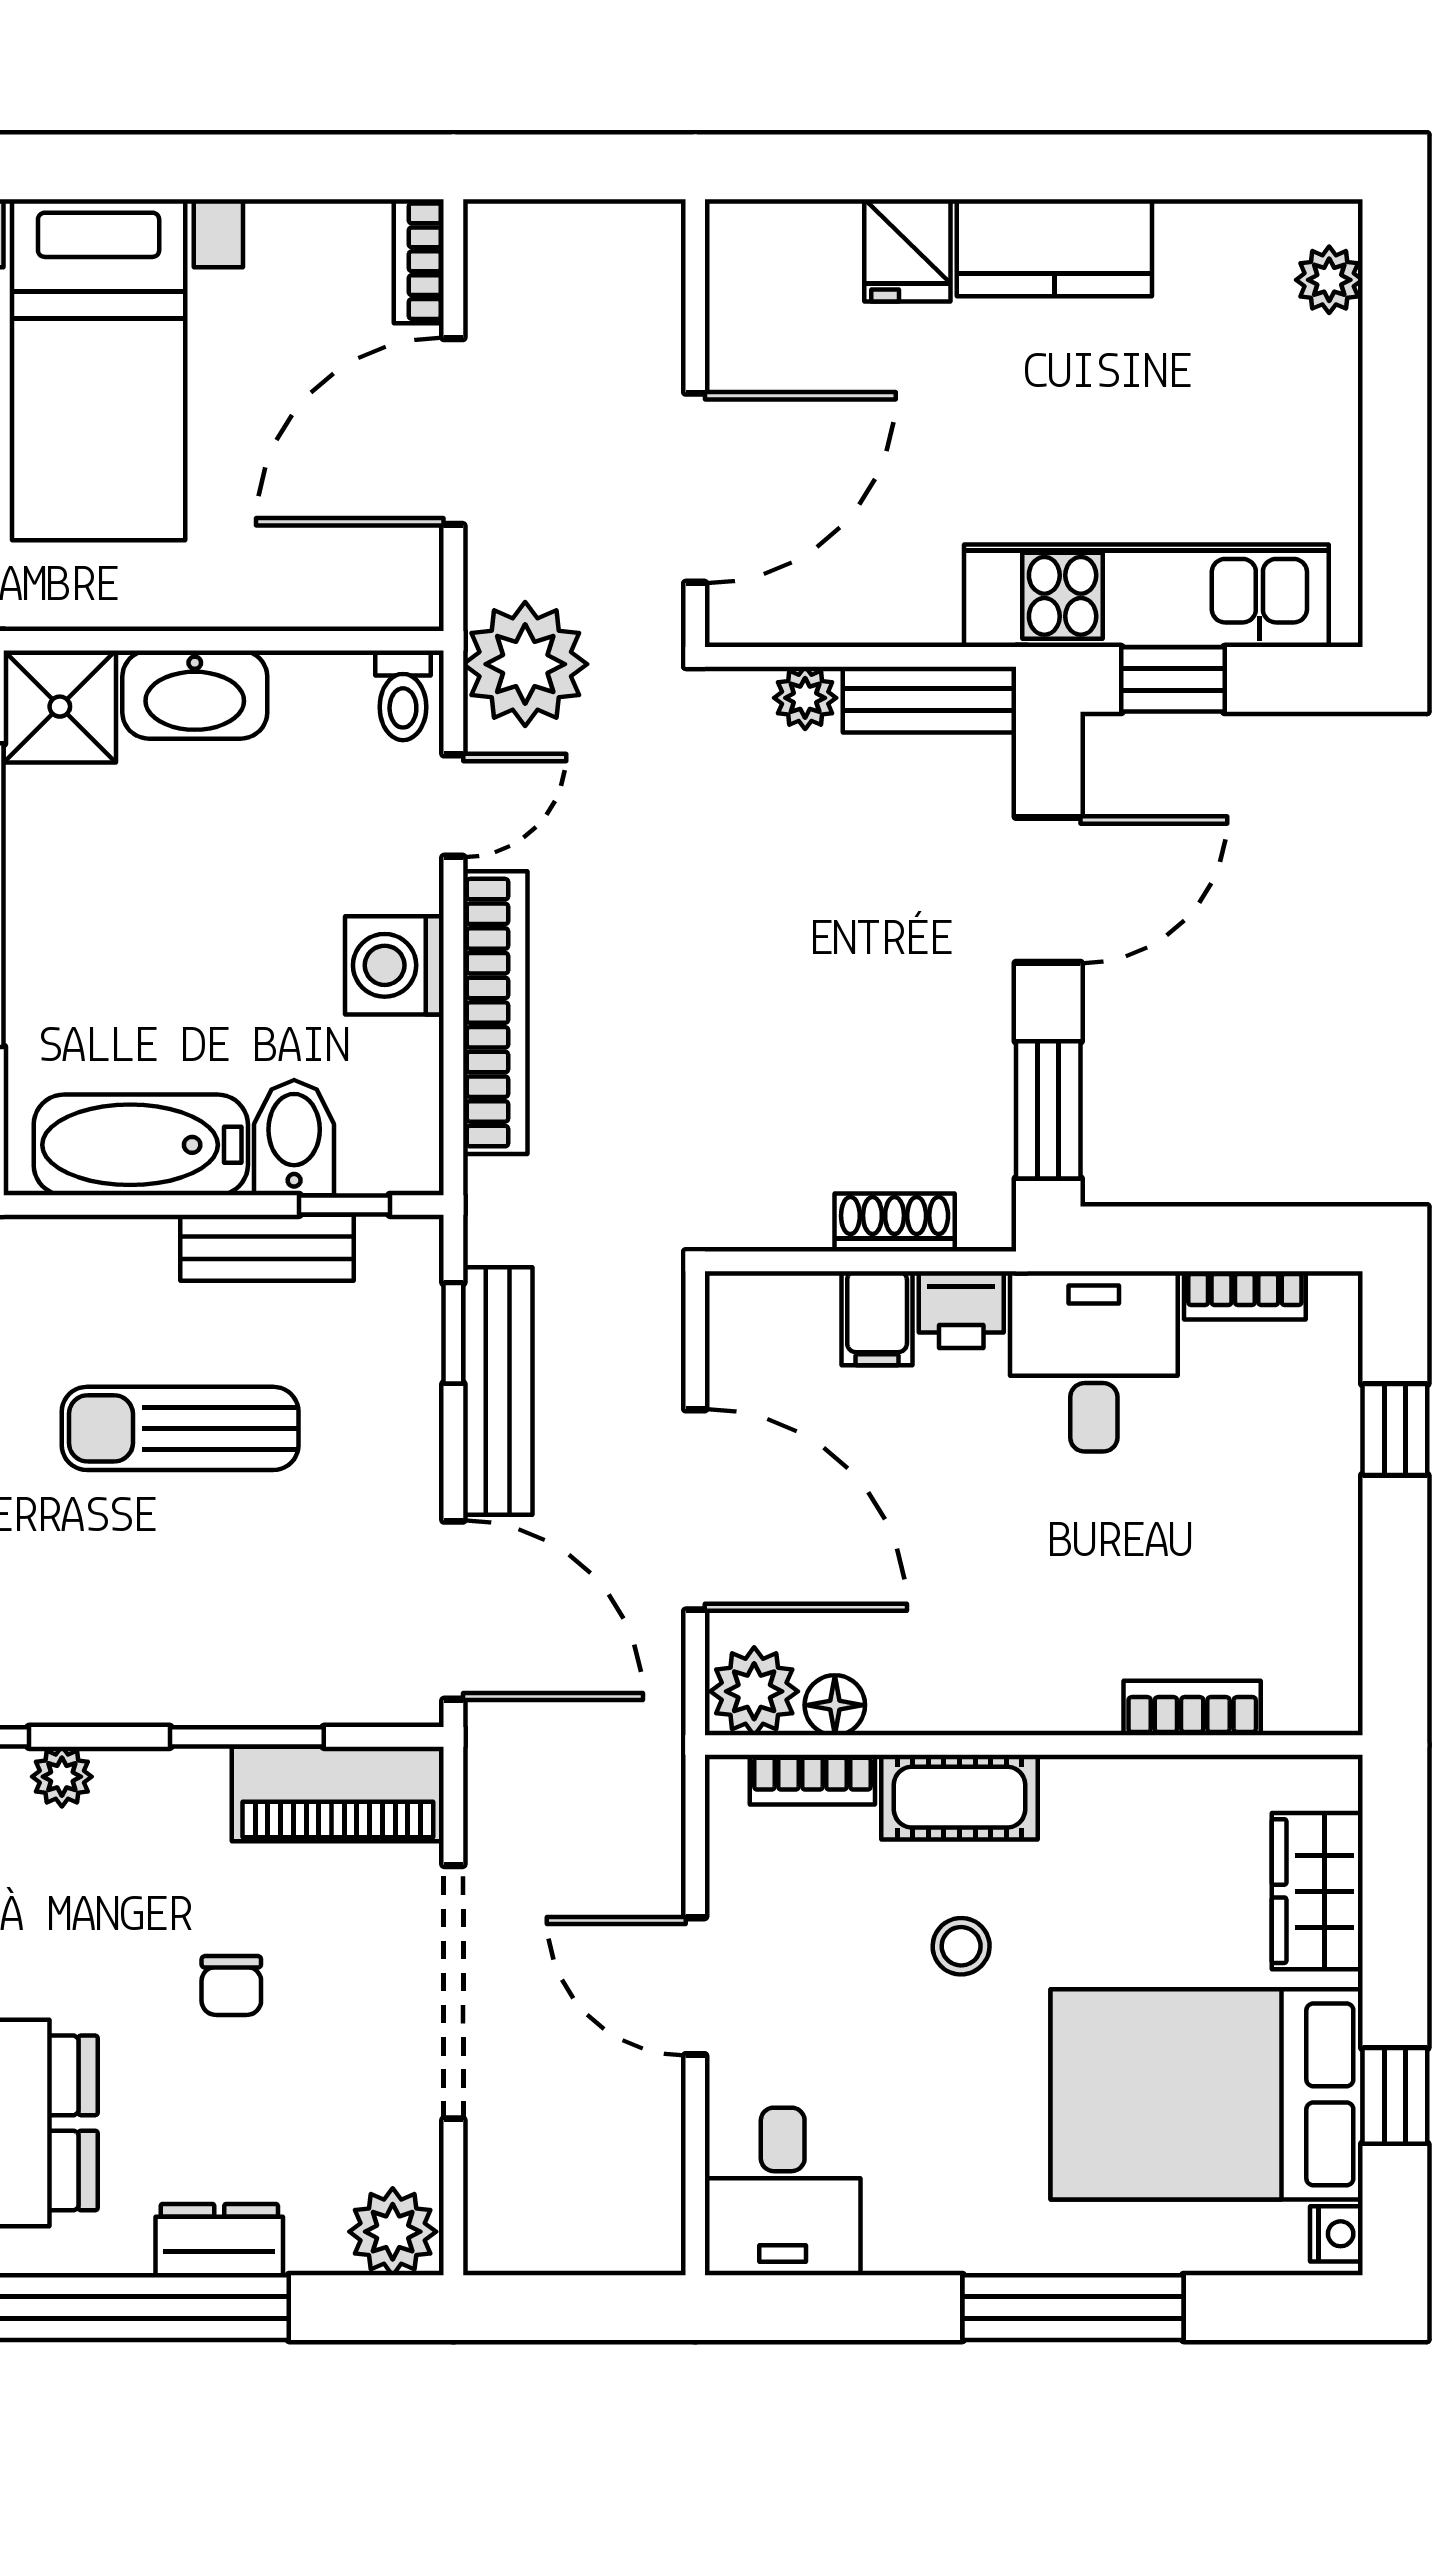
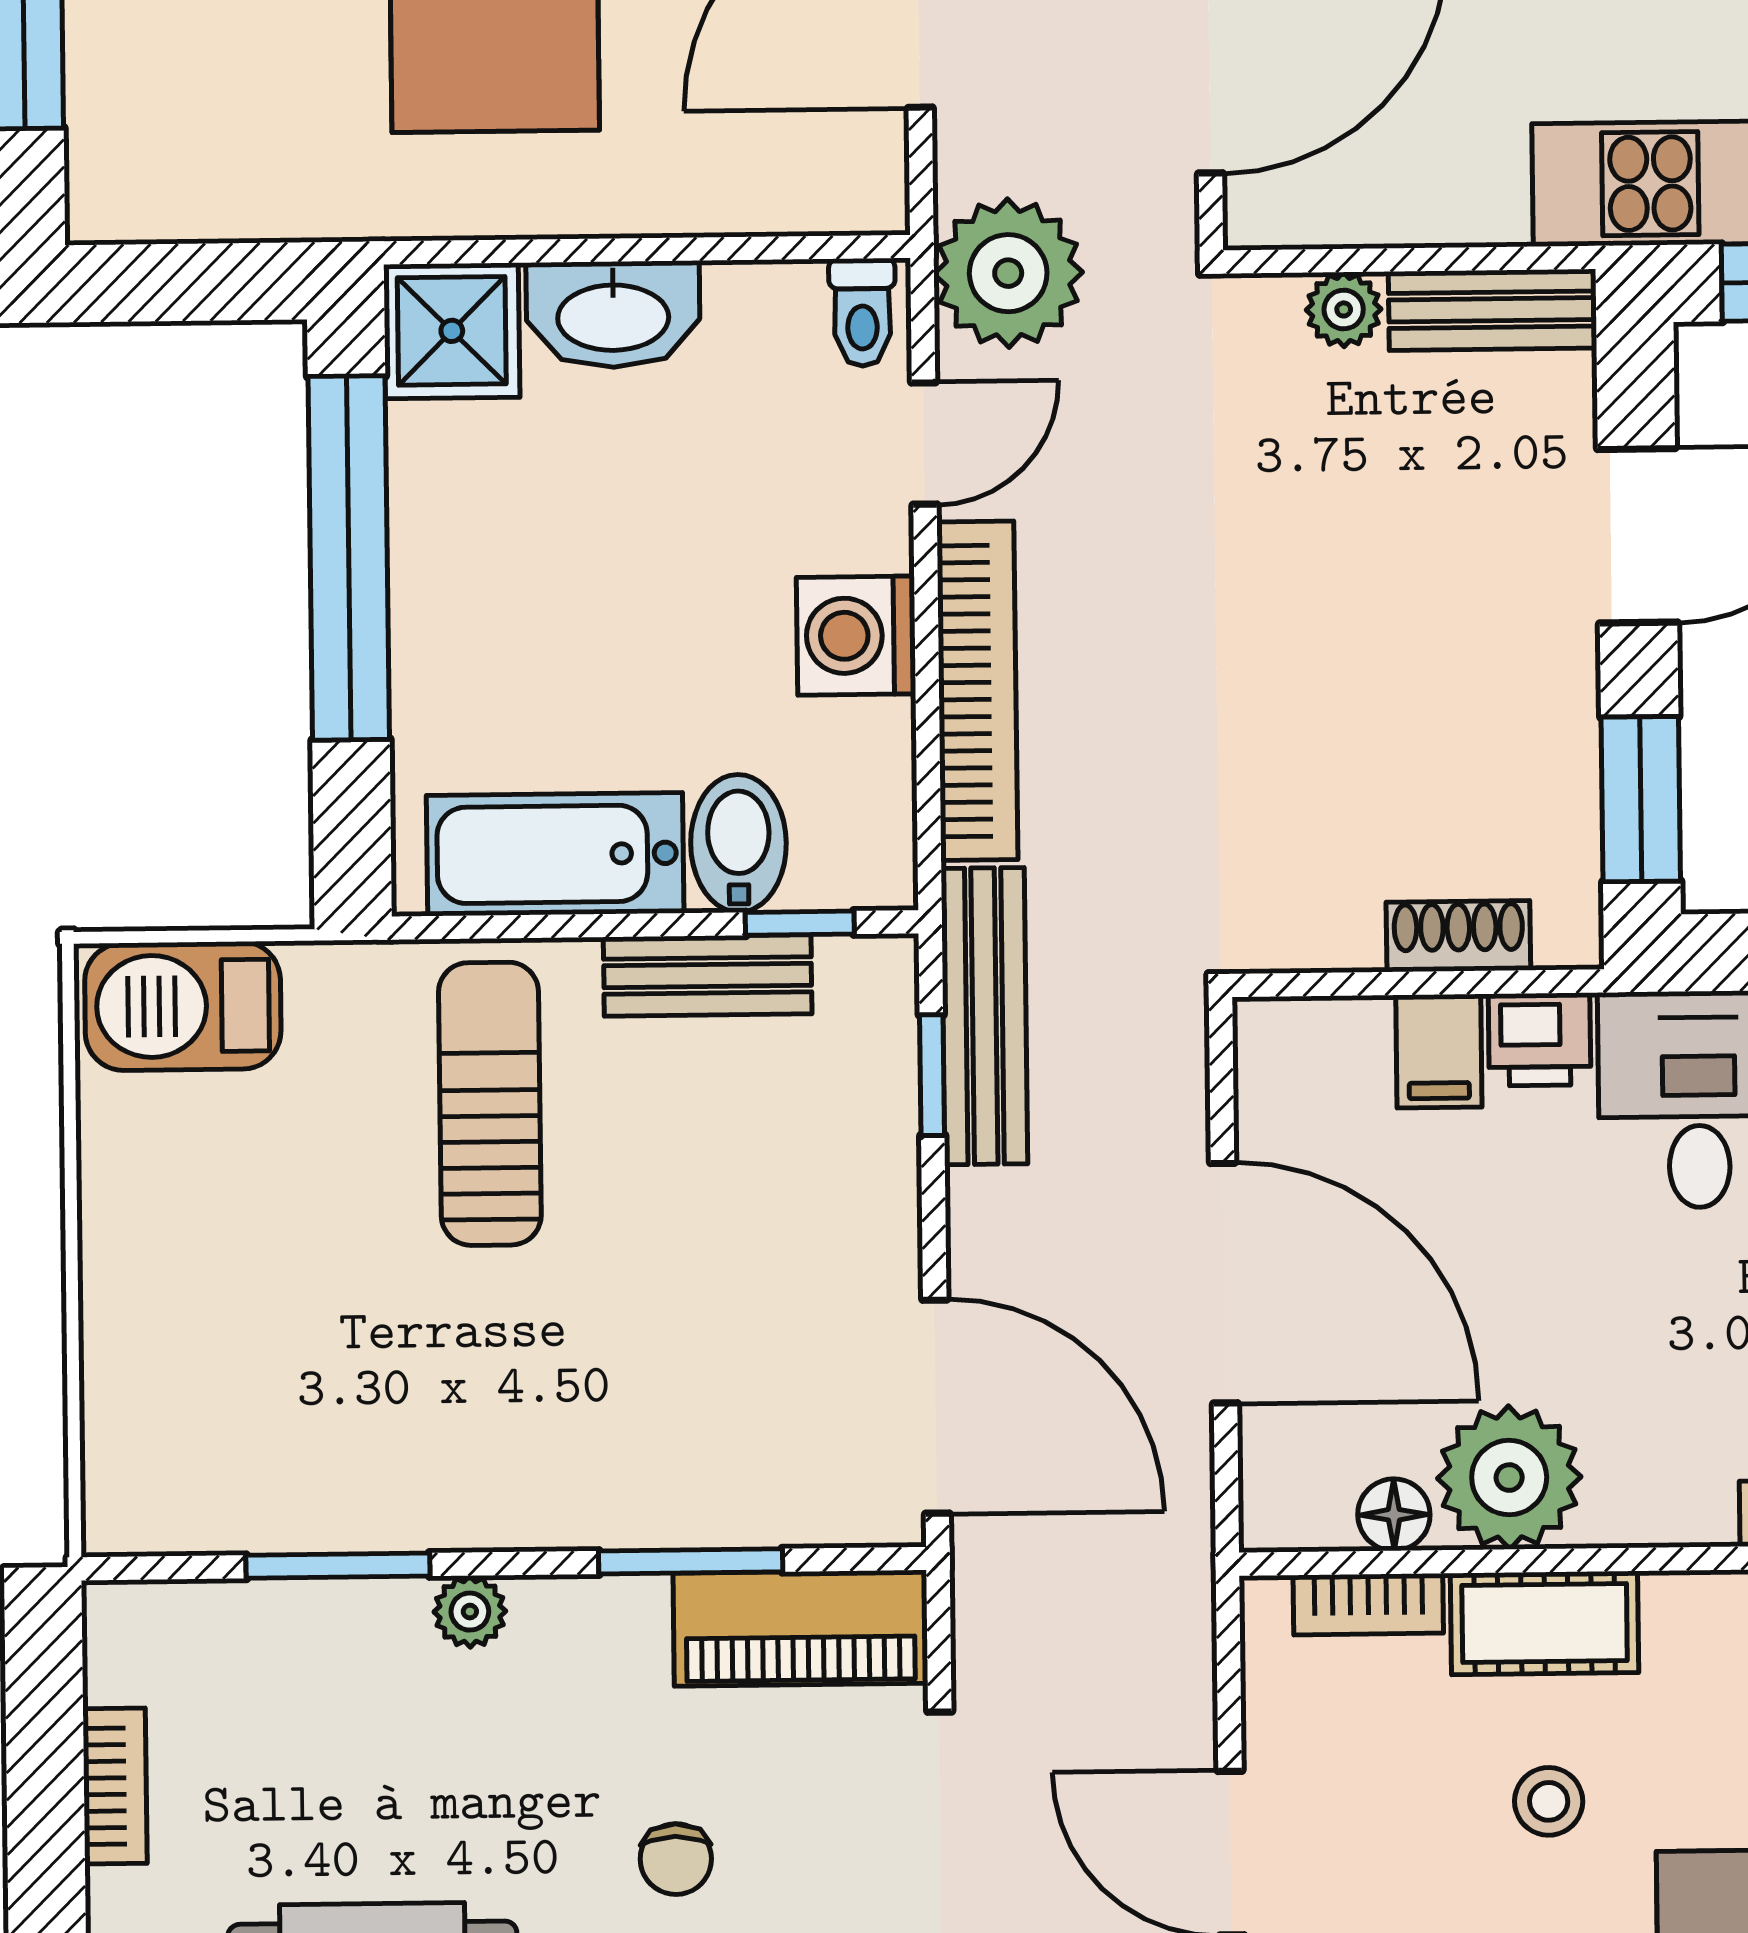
bench: (498, 1391) -> (984, 1016), moved
sun lounger: (180, 1428) -> (490, 1104), moved, turned 90
plant: (754, 1691) -> (1509, 1478), moved, width x1.36, depth x1.36

